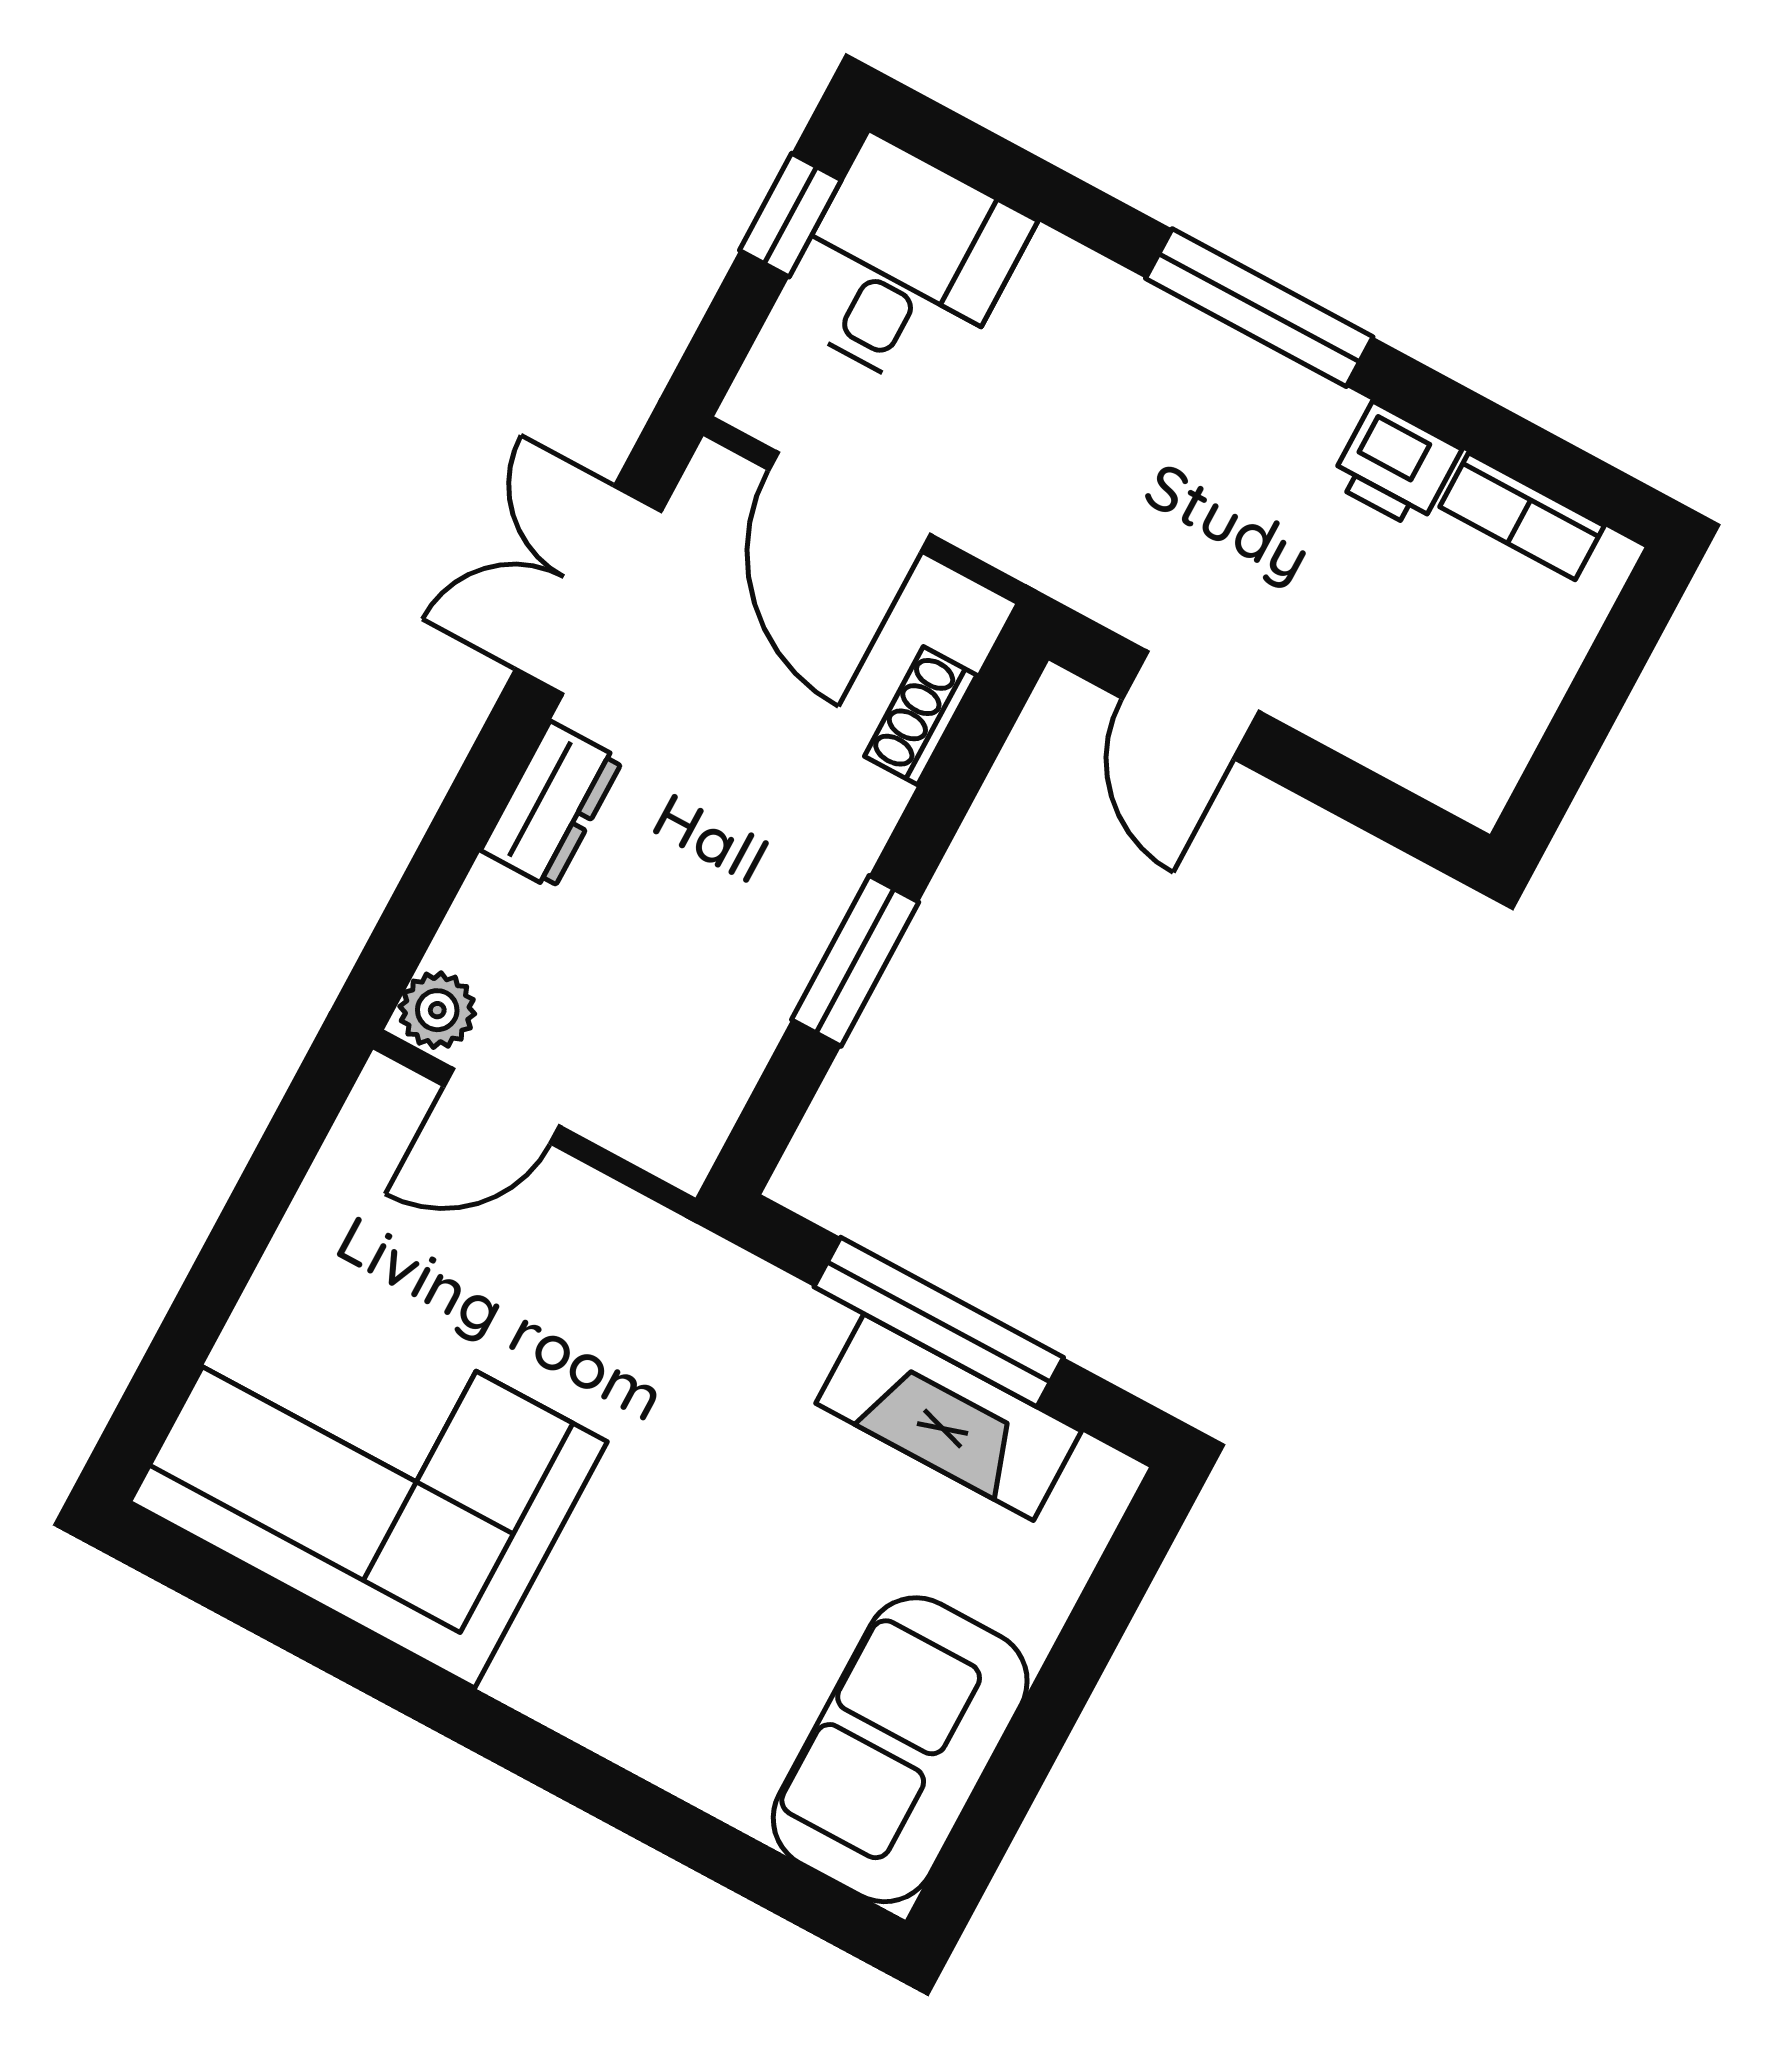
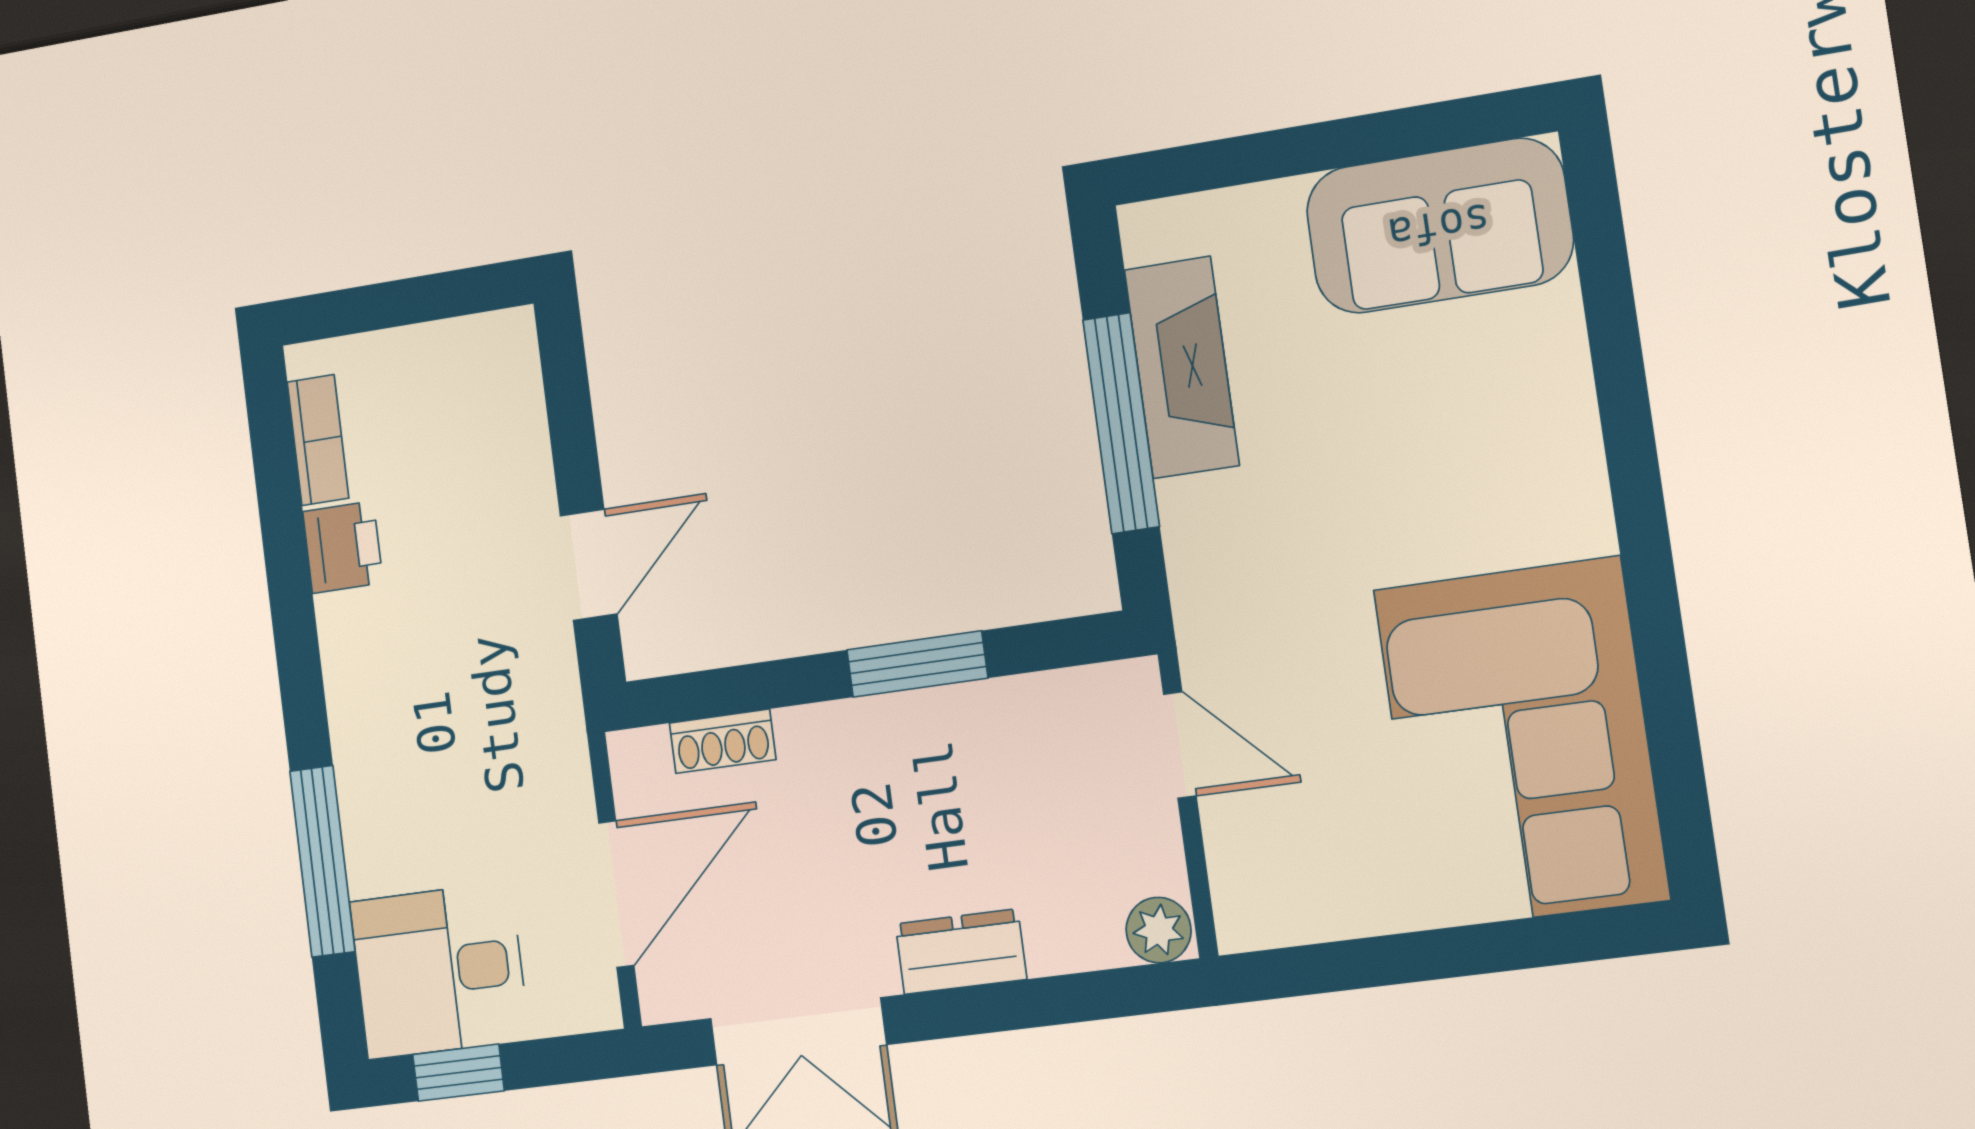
window: (1259, 308) -> (322, 861), moved
door: (502, 1106) -> (1180, 745), moved

